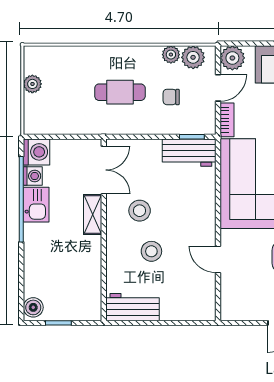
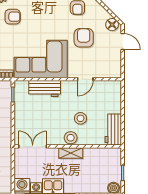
workbench: (189, 153) -> (45, 88), moved, turned 90
stool: (140, 211) -> (71, 138), moved
shelving: (93, 214) -> (71, 153), moved

